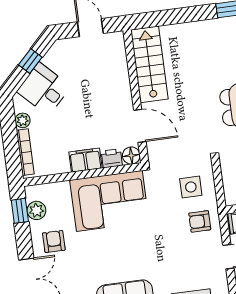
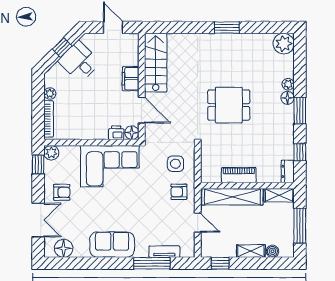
desk: (44, 89) -> (79, 62), moved
filing cabinet: (85, 160) -> (131, 79), moved, turned -90
plant: (36, 210) -> (51, 153), moved
armchair: (54, 242) -> (62, 192), turned 90

